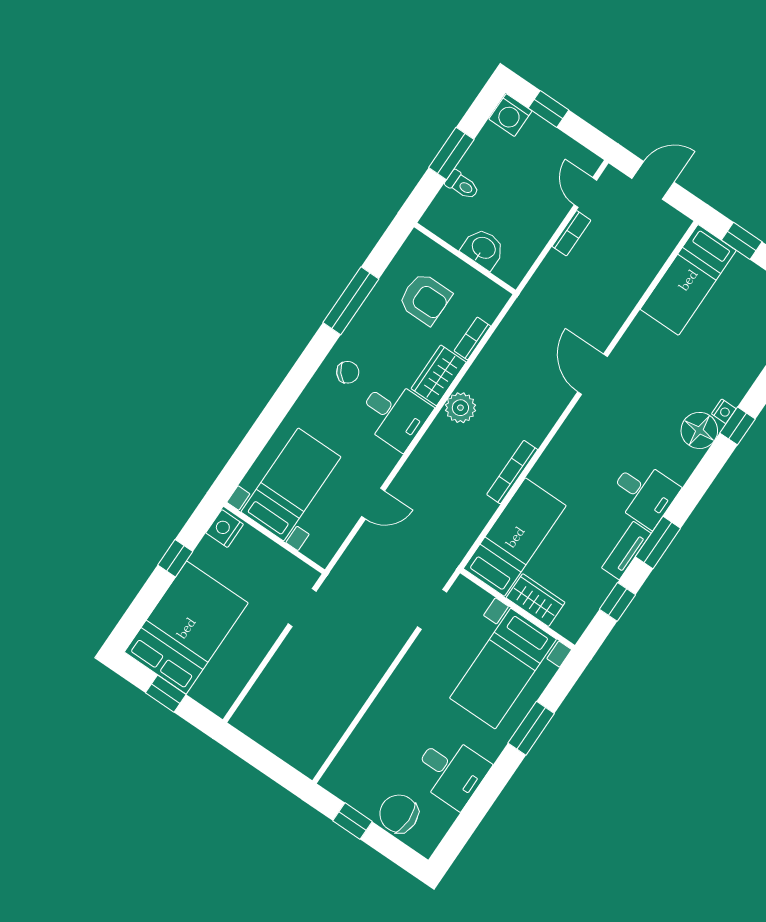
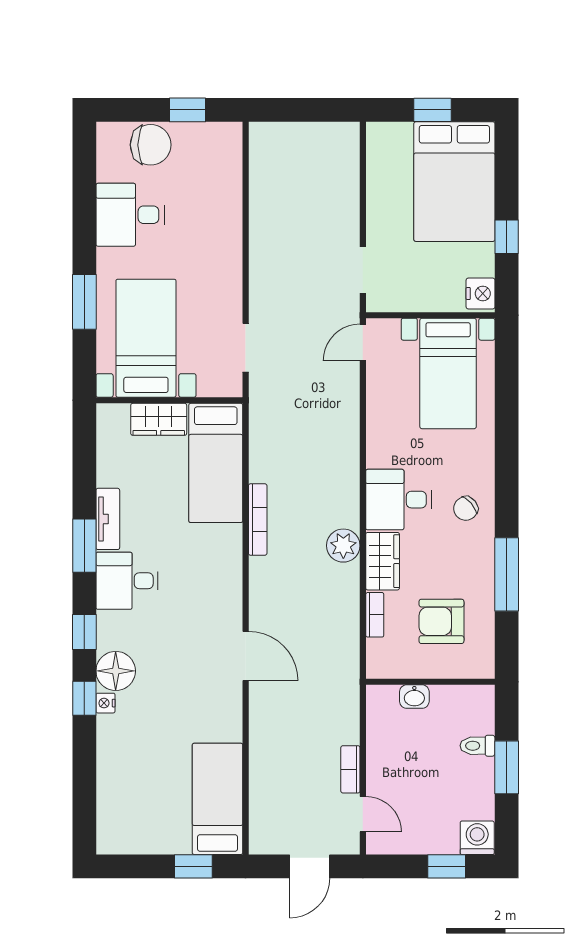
washbasin: (483, 249) -> (414, 697), width x0.72, depth x0.69
door: (373, 504) -> (363, 342), moved
window: (617, 602) -> (84, 632), moved

